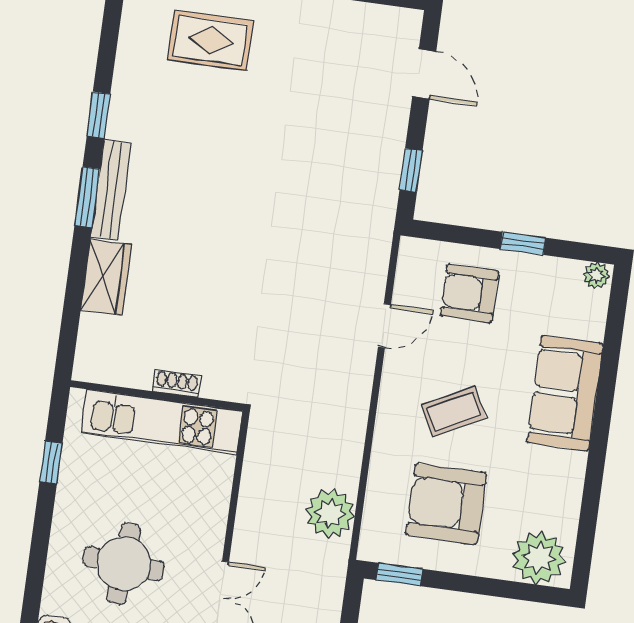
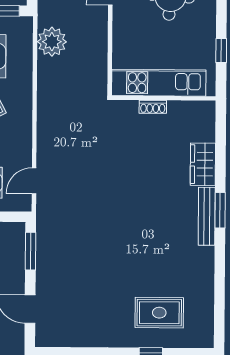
window: (99, 115) -> (220, 260), removed
window: (411, 170) -> (30, 251), width x1.50
door: (384, 326) -> (34, 181), moved

